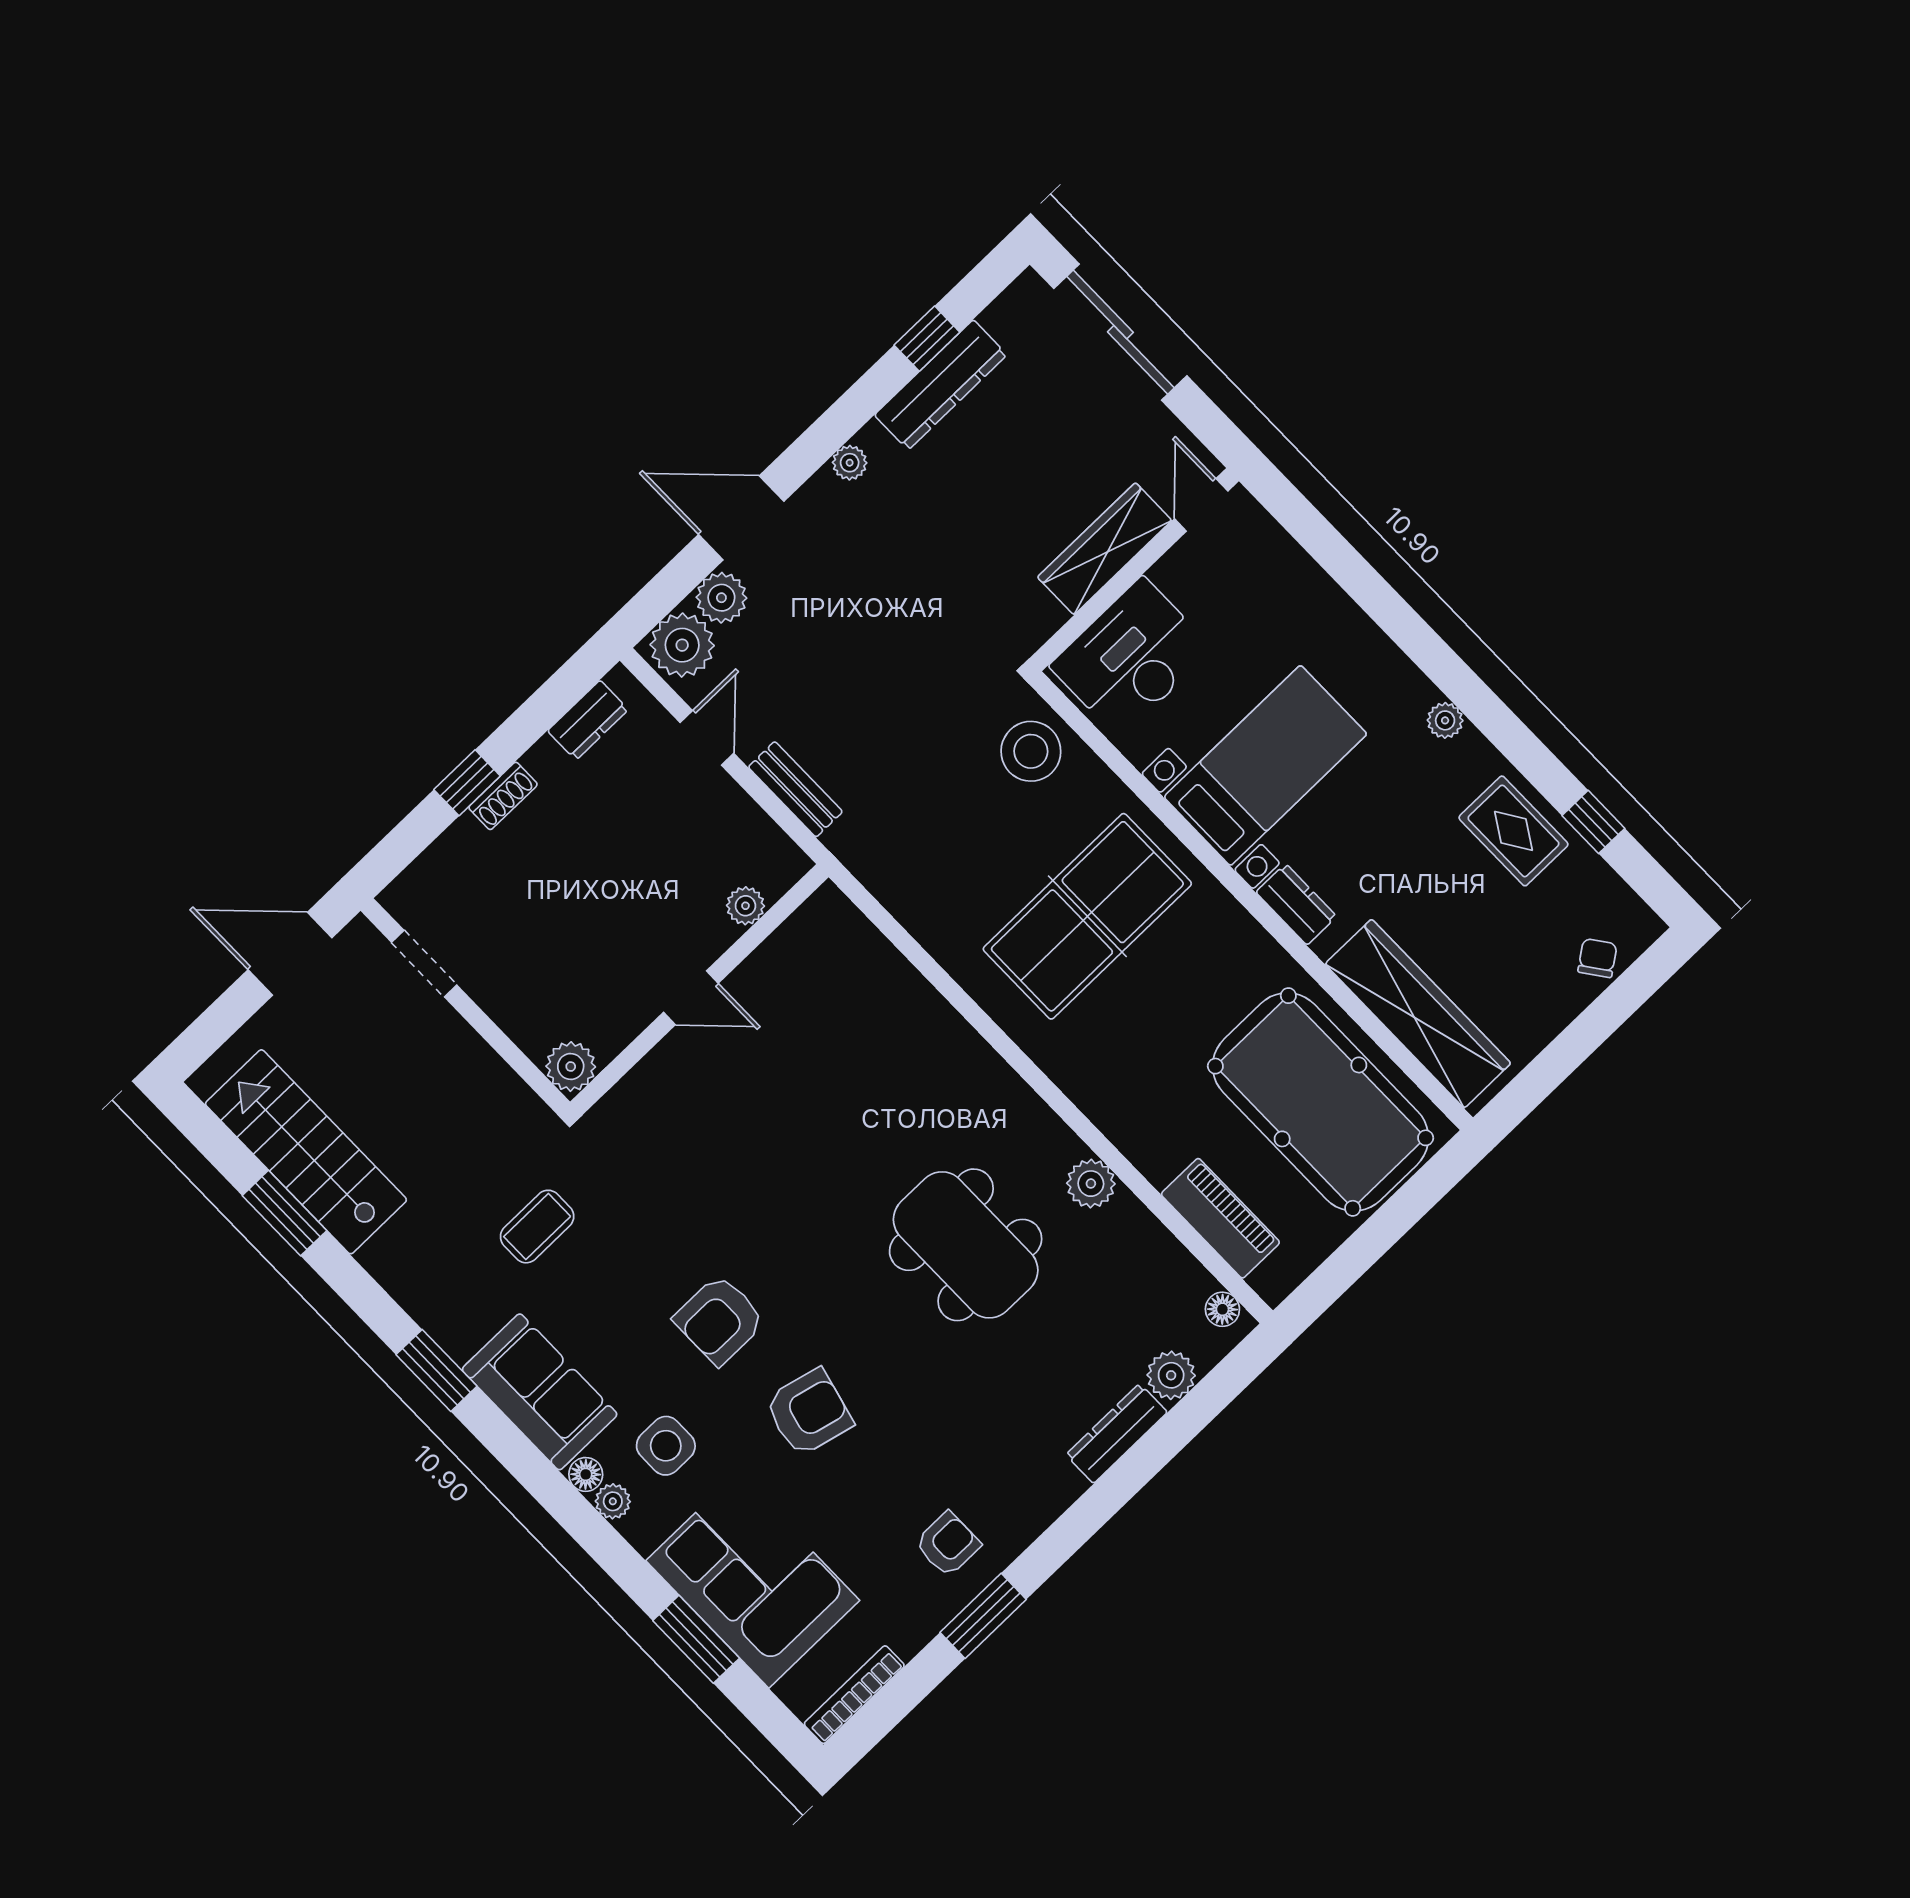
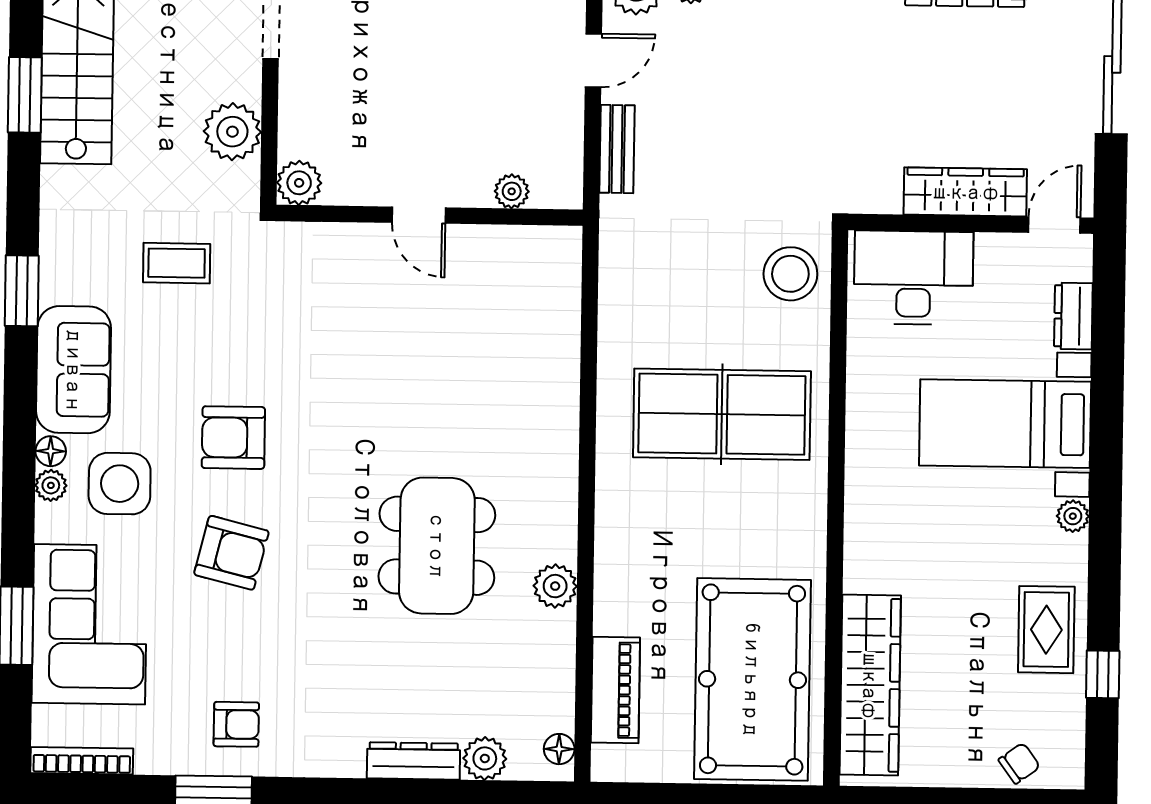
bed with nightstands: (1265, 765) -> (1005, 424), moved, turned 180
dresser: (1296, 904) -> (1073, 316), moved, turned 180
plant: (478, 1079) -> (232, 132), added
side table: (666, 1446) -> (120, 484), width x1.37, depth x1.37

